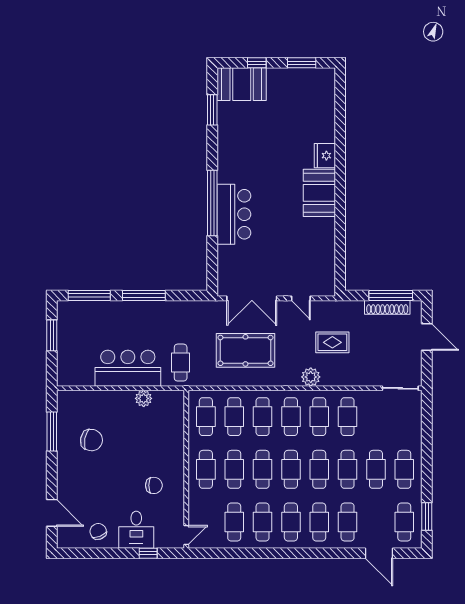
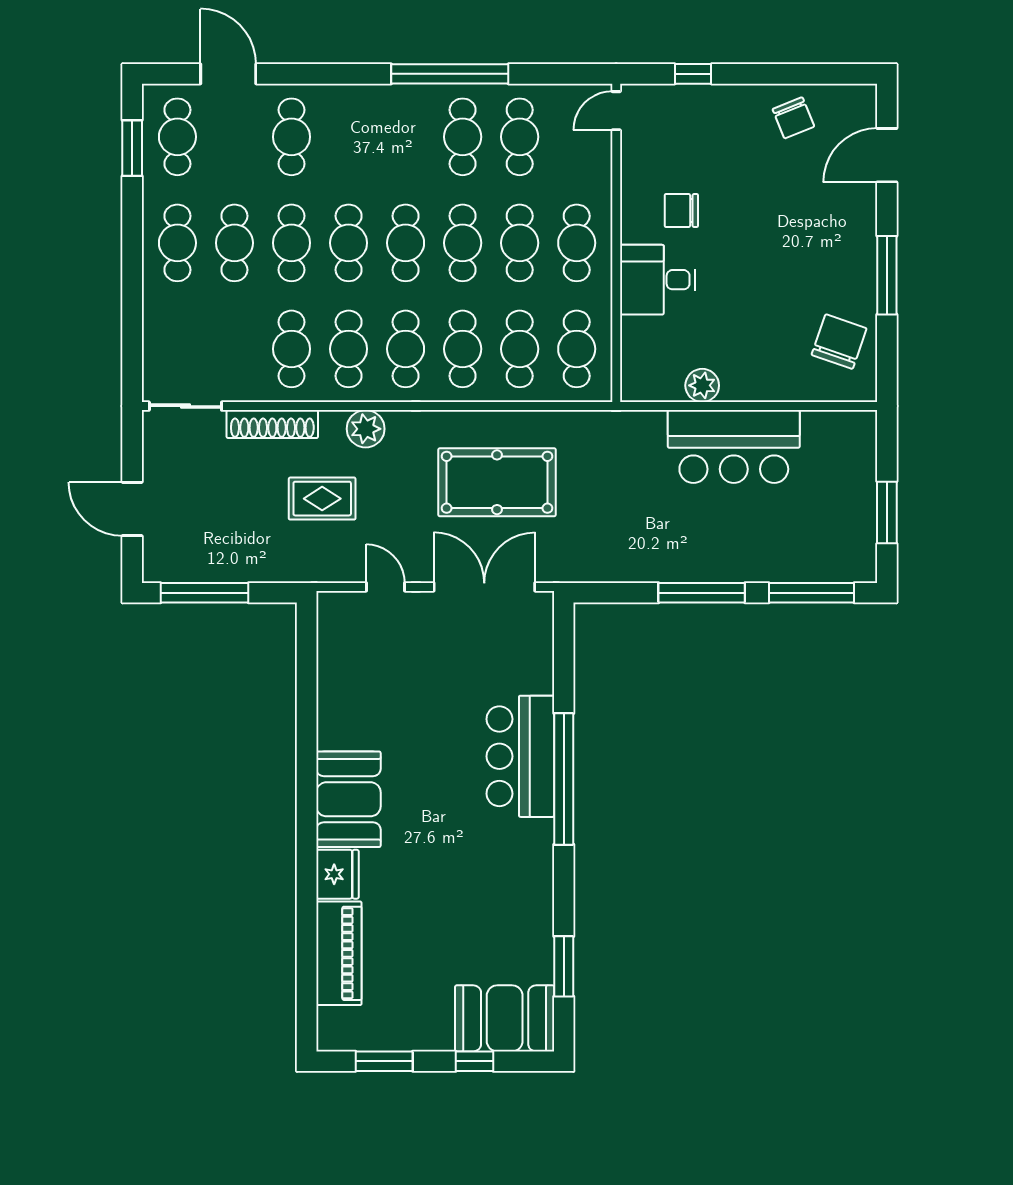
piano: (324, 116) -> (339, 953), added
shoe rack: (387, 307) -> (272, 424), moved, turned 180
cafe table: (181, 363) -> (628, 458), removed
window: (52, 431) -> (887, 275), moved
chair: (91, 440) -> (839, 342), moved, turned 98
door: (52, 513) -> (887, 155), hinge flipped
cafe table: (291, 522) -> (406, 137), removed
cafe table: (319, 522) -> (349, 137), removed
desk: (136, 530) -> (658, 280), moved, turned -90
window: (269, 553) -> (450, 74), added

